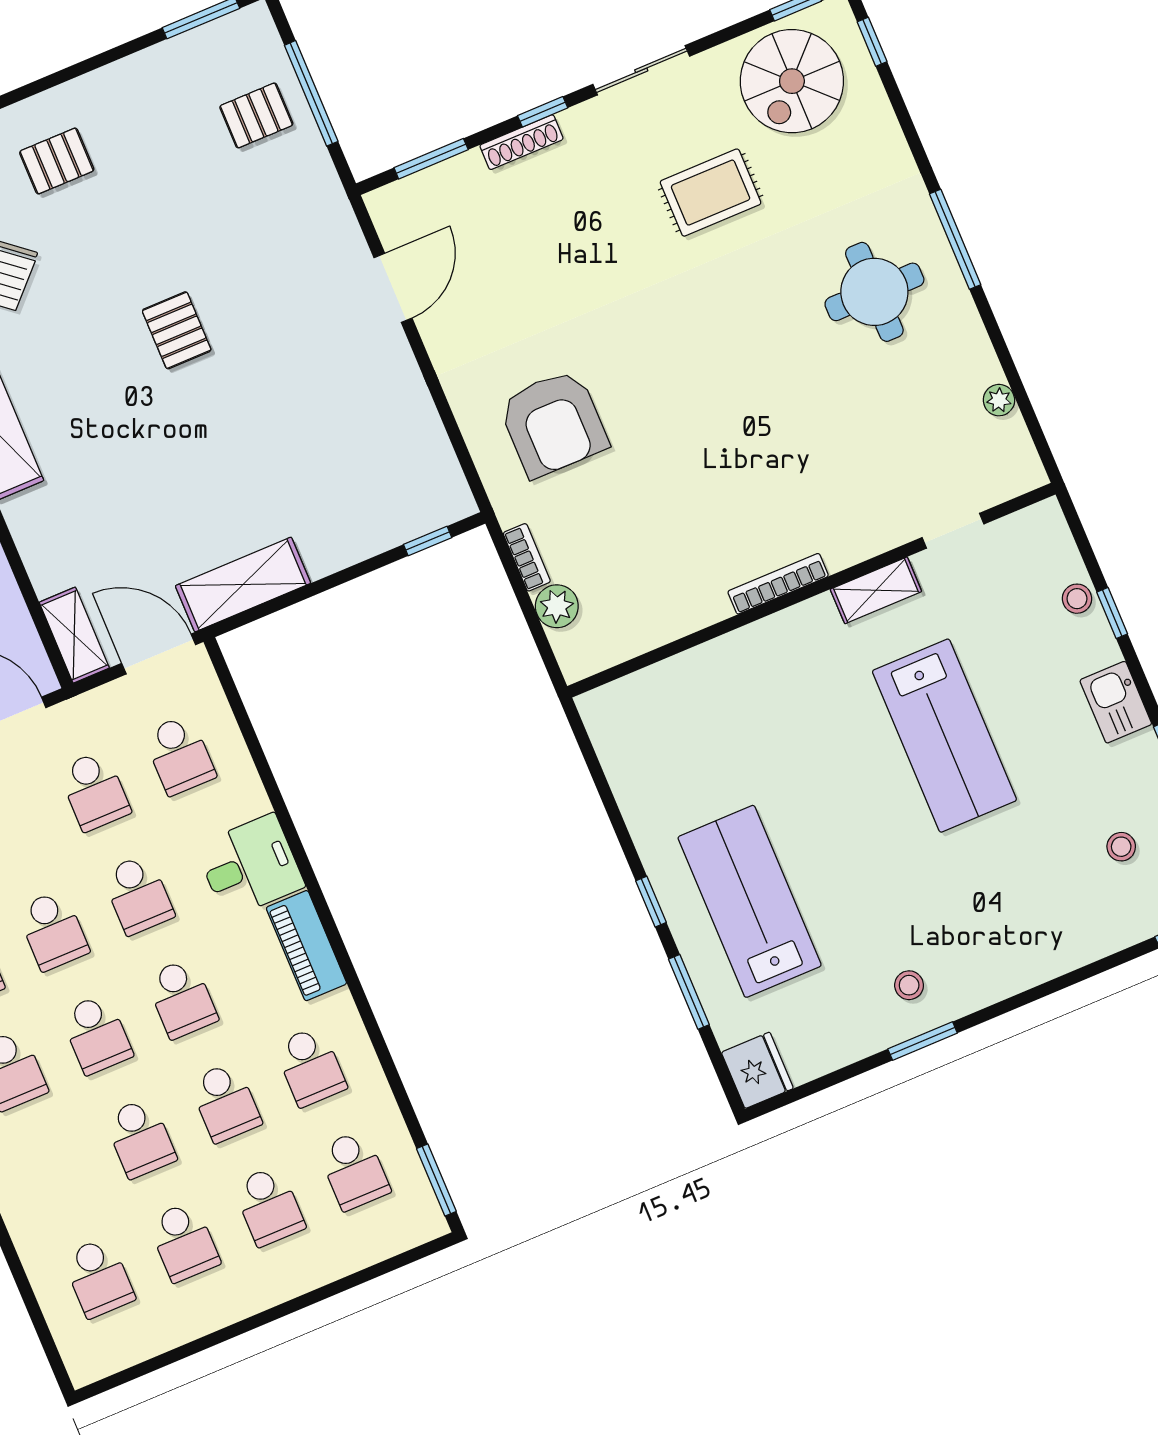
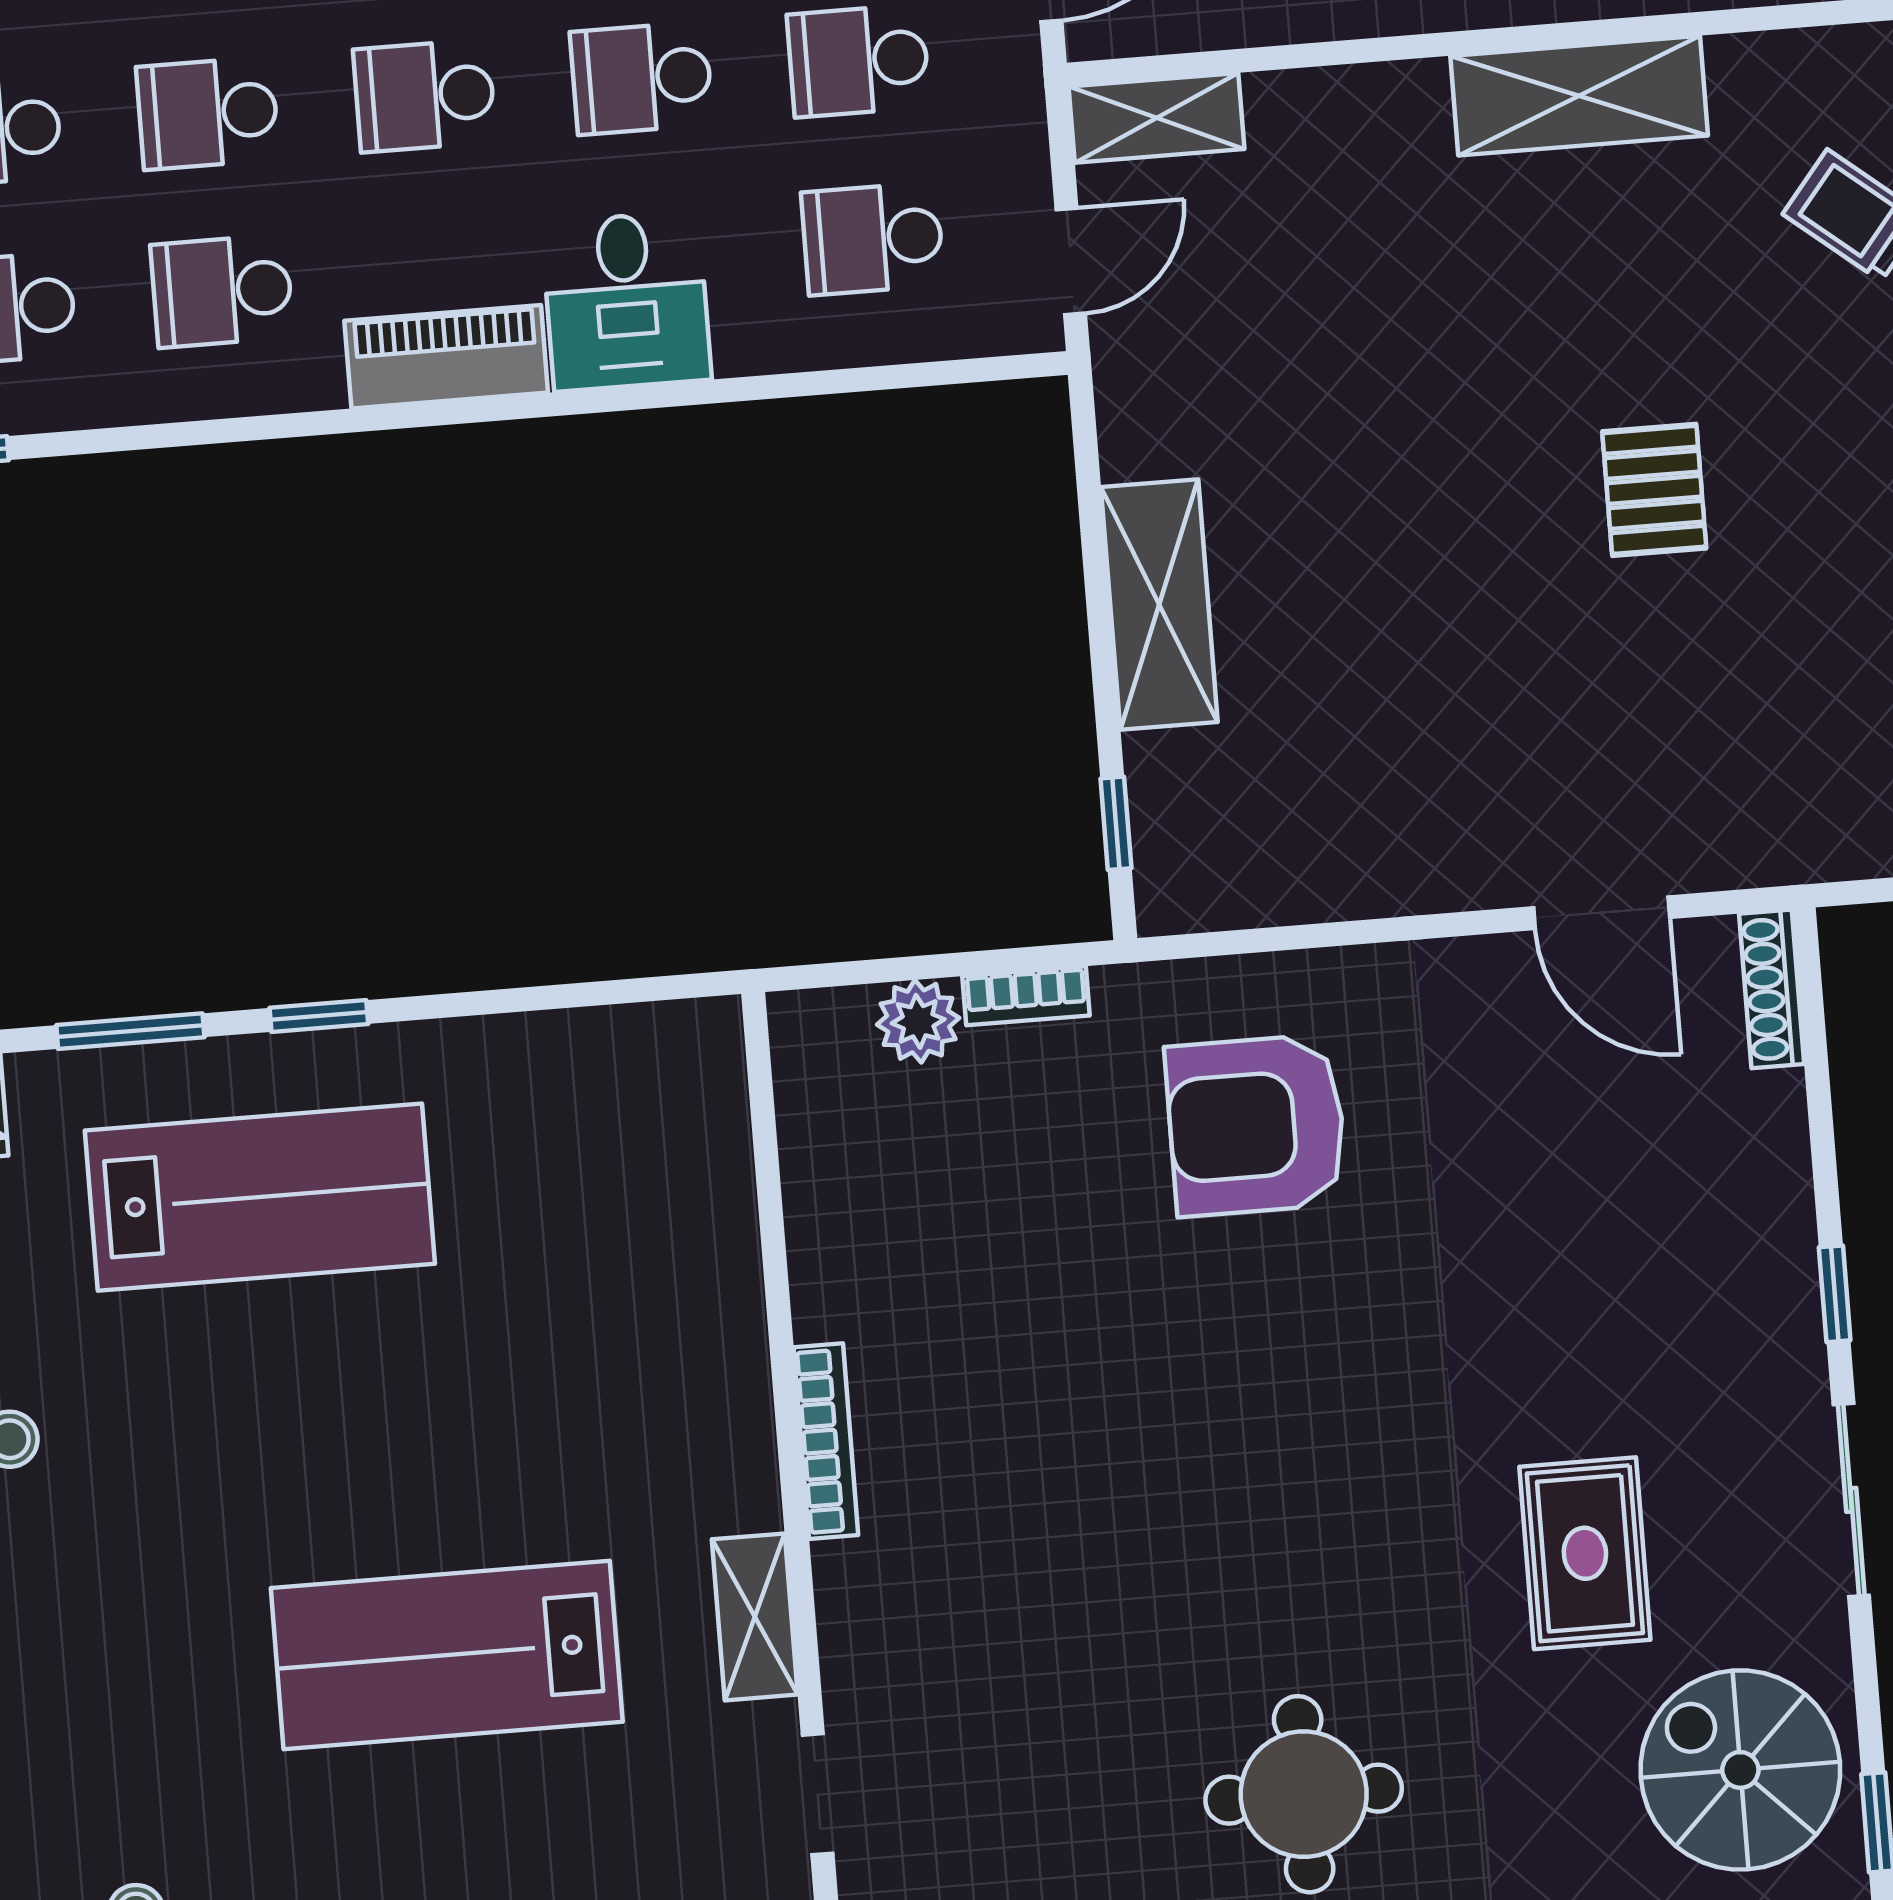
shoe rack: (521, 142) -> (1772, 989), moved
window: (431, 159) -> (1816, 1061), removed
pallet: (177, 330) -> (1654, 490), turned 90
shelving: (243, 585) -> (1159, 604), moved
door: (159, 654) -> (1071, 261), width x0.73

